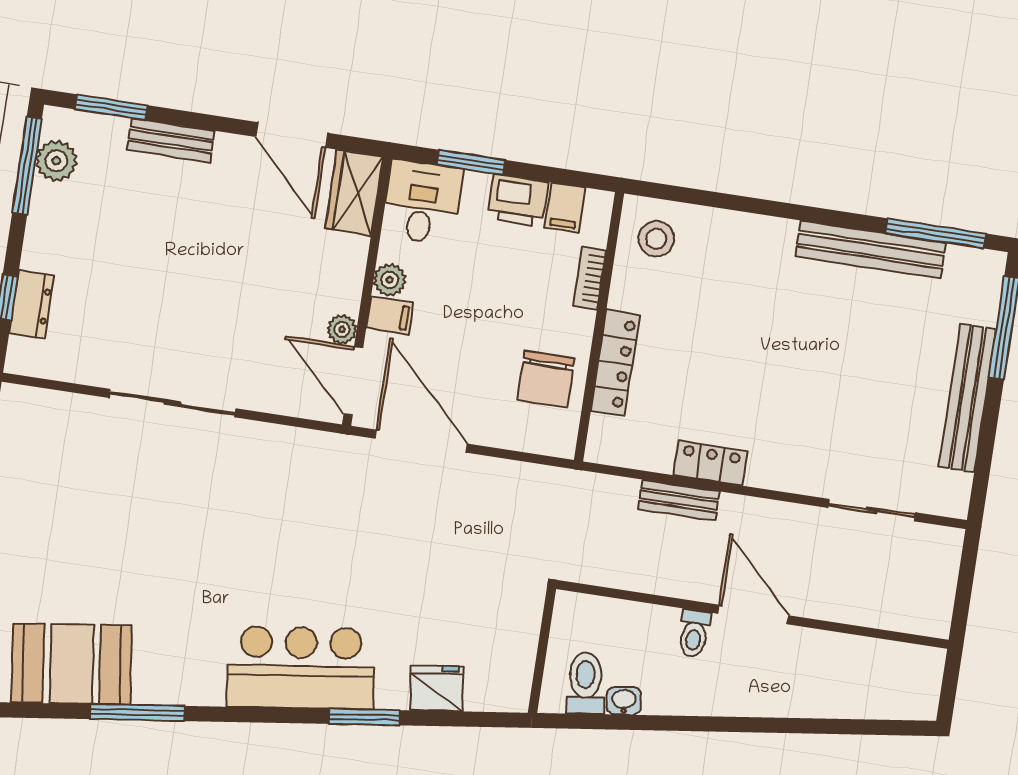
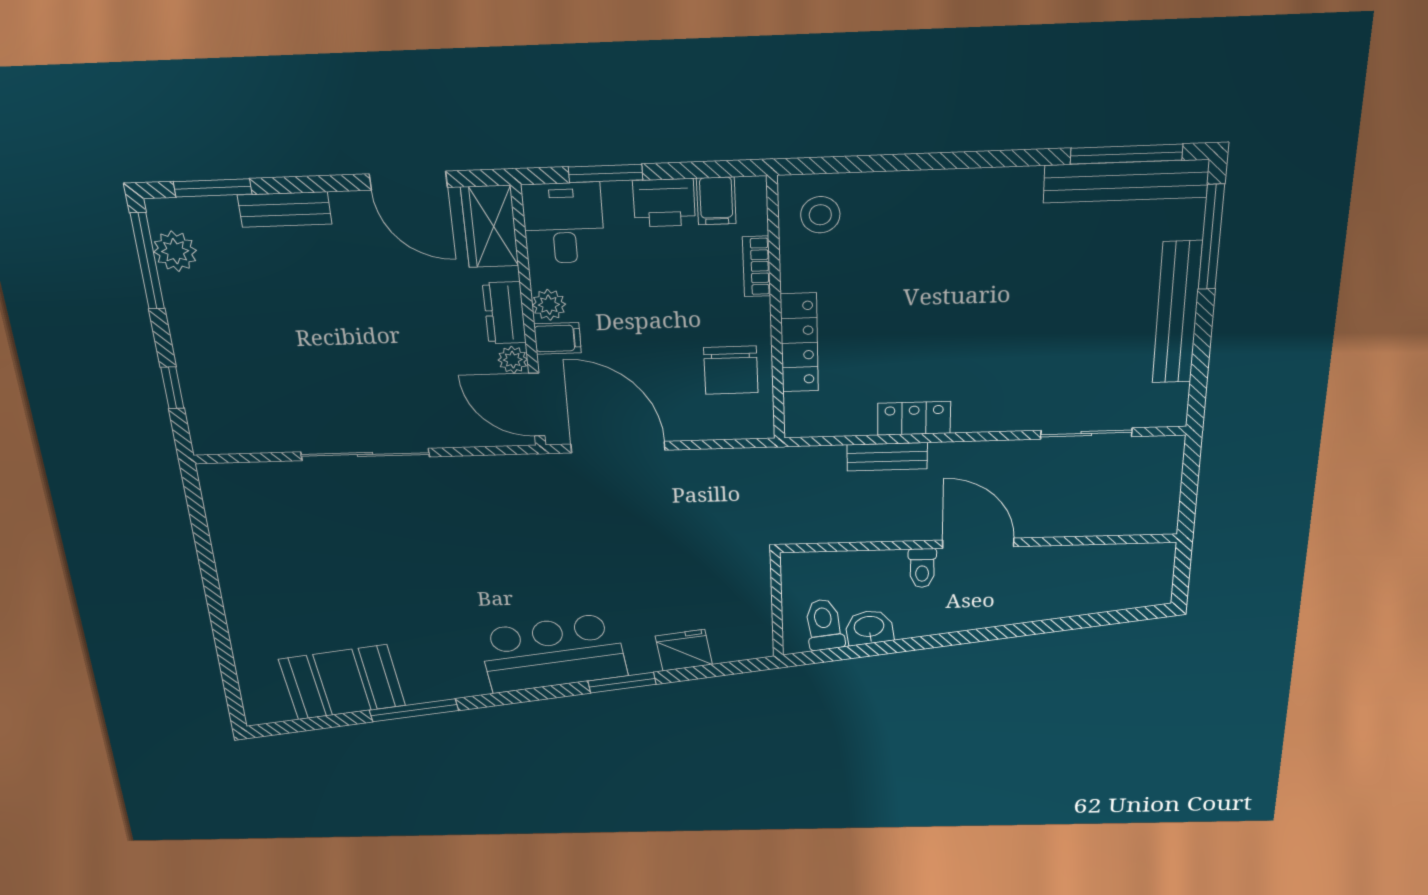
bench: (870, 250) -> (1126, 181), moved
dresser: (32, 305) -> (504, 313), moved, turned 180
washbasin: (624, 701) -> (869, 627), width x1.38, depth x1.45

